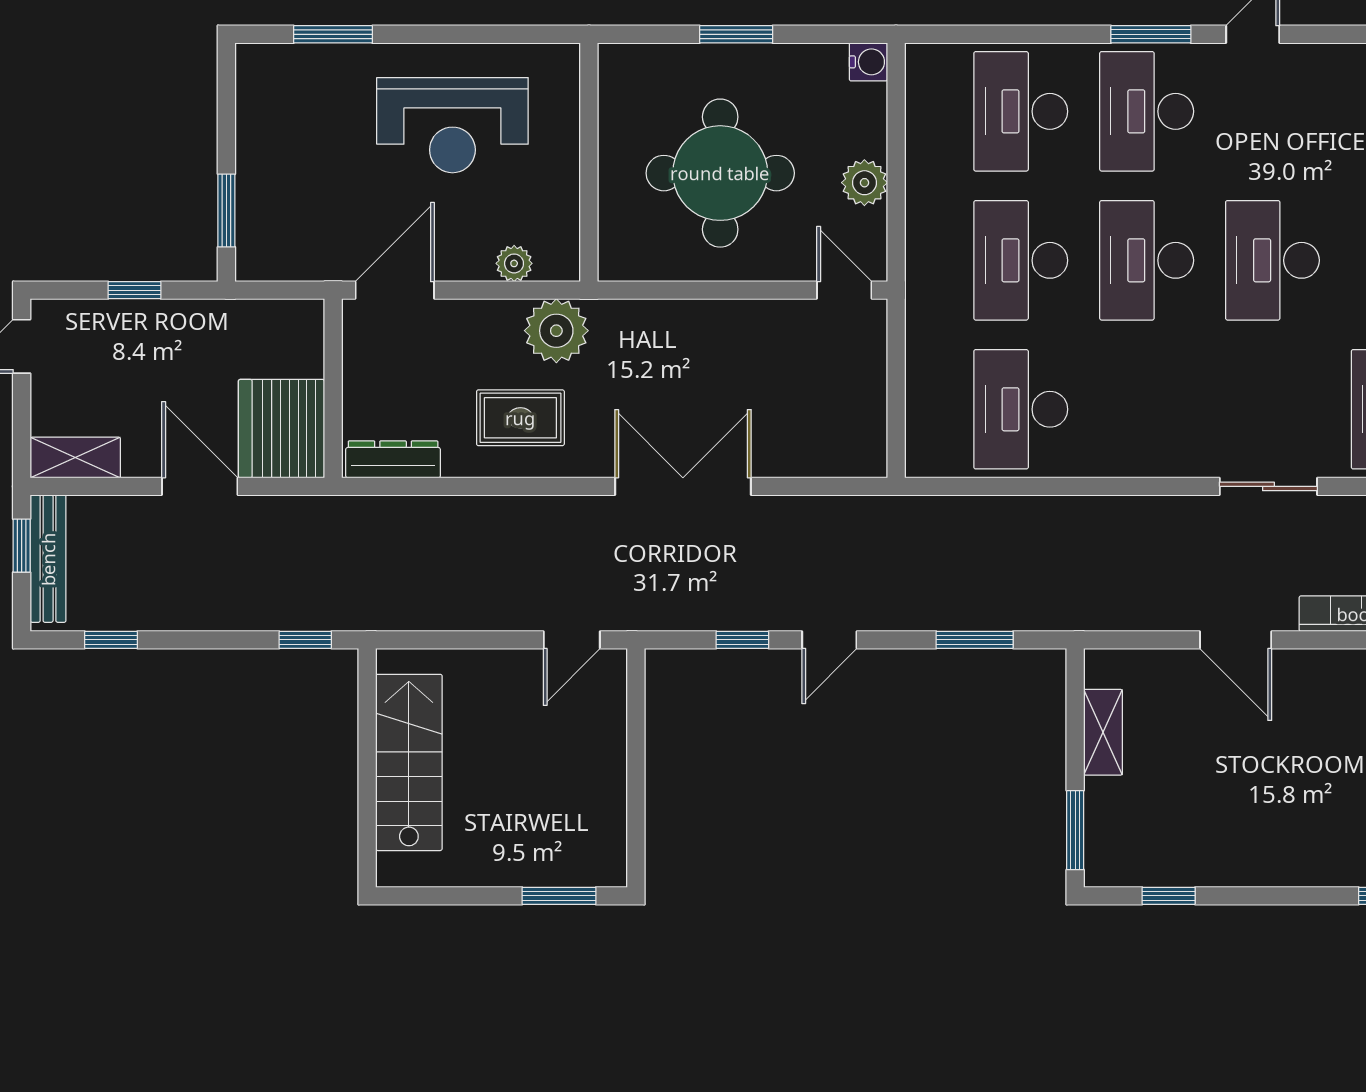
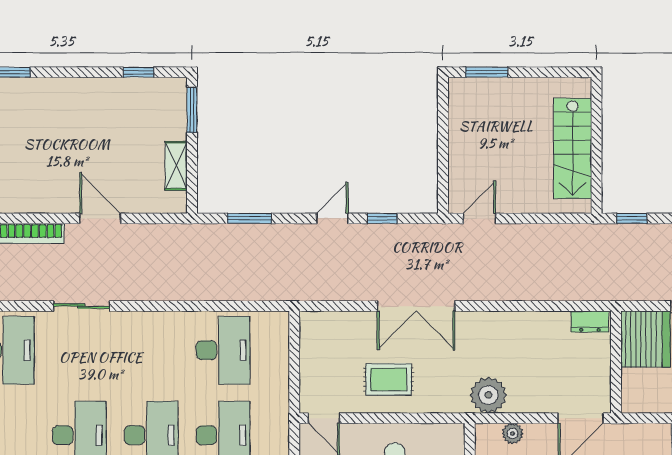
rug: (520, 418) -> (388, 379), moved
dresser: (393, 459) -> (590, 322), width x0.70

